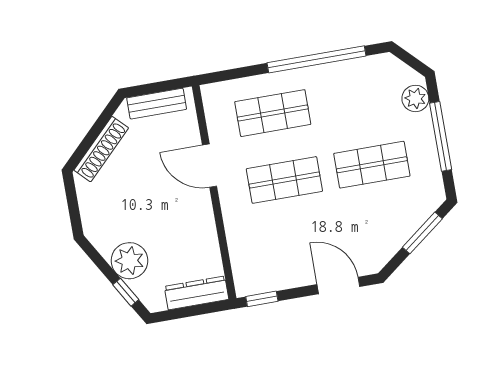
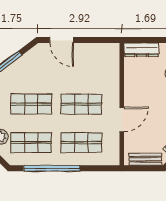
shop shelf: (360, 98) -> (31, 143), added
door: (209, 166) -> (122, 119), hinge flipped
window: (262, 299) -> (106, 40), removed

